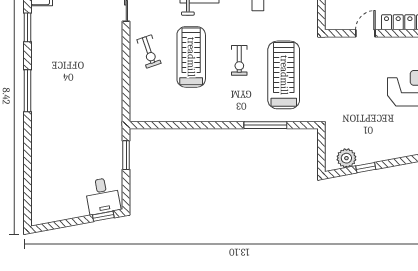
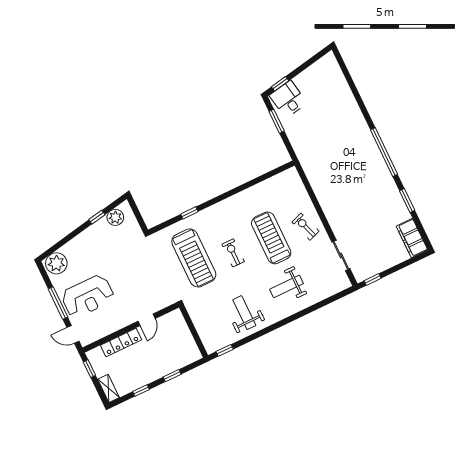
treadmill: (191, 57) -> (271, 238), turned 180
window: (28, 91) -> (384, 152), width x1.46
window: (265, 125) -> (189, 213), width x0.46
window: (126, 155) -> (277, 121), moved

